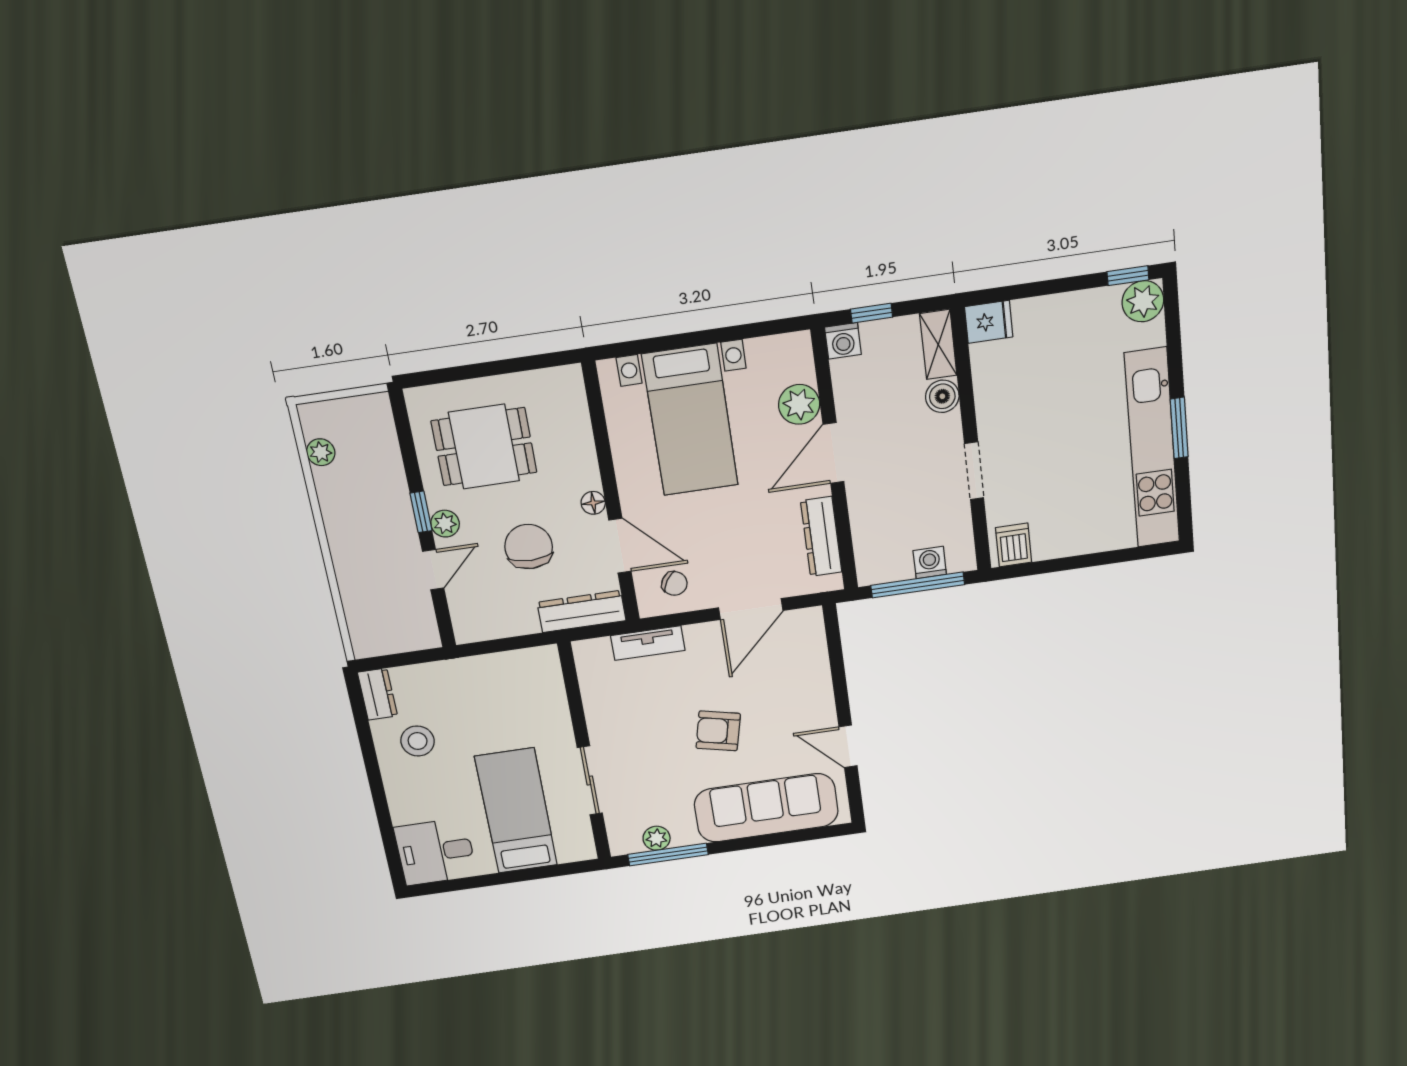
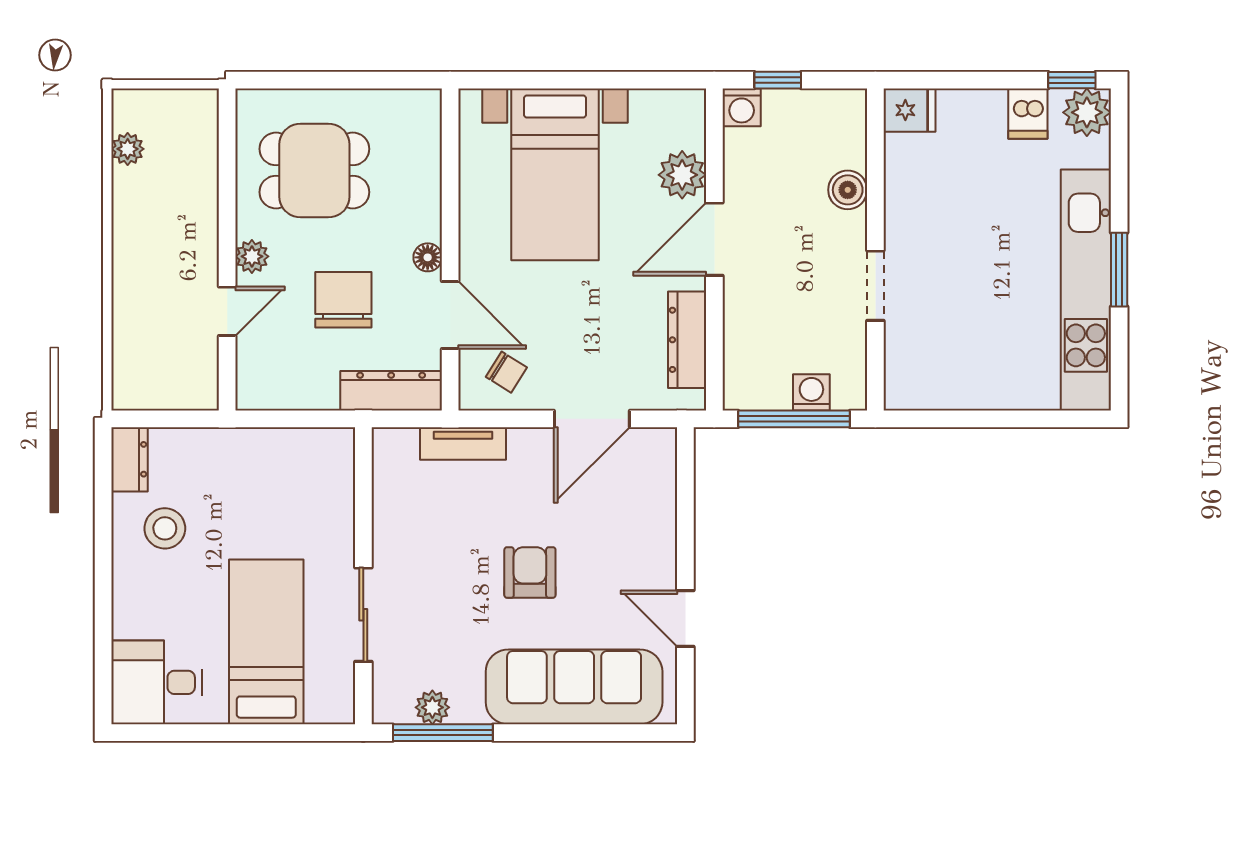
shelving: (938, 345) -> (850, 128), removed
window: (421, 512) -> (227, 238), removed
dishwasher: (1014, 545) -> (1028, 114), moved, turned 180
armchair: (718, 731) -> (530, 572), turned 77

